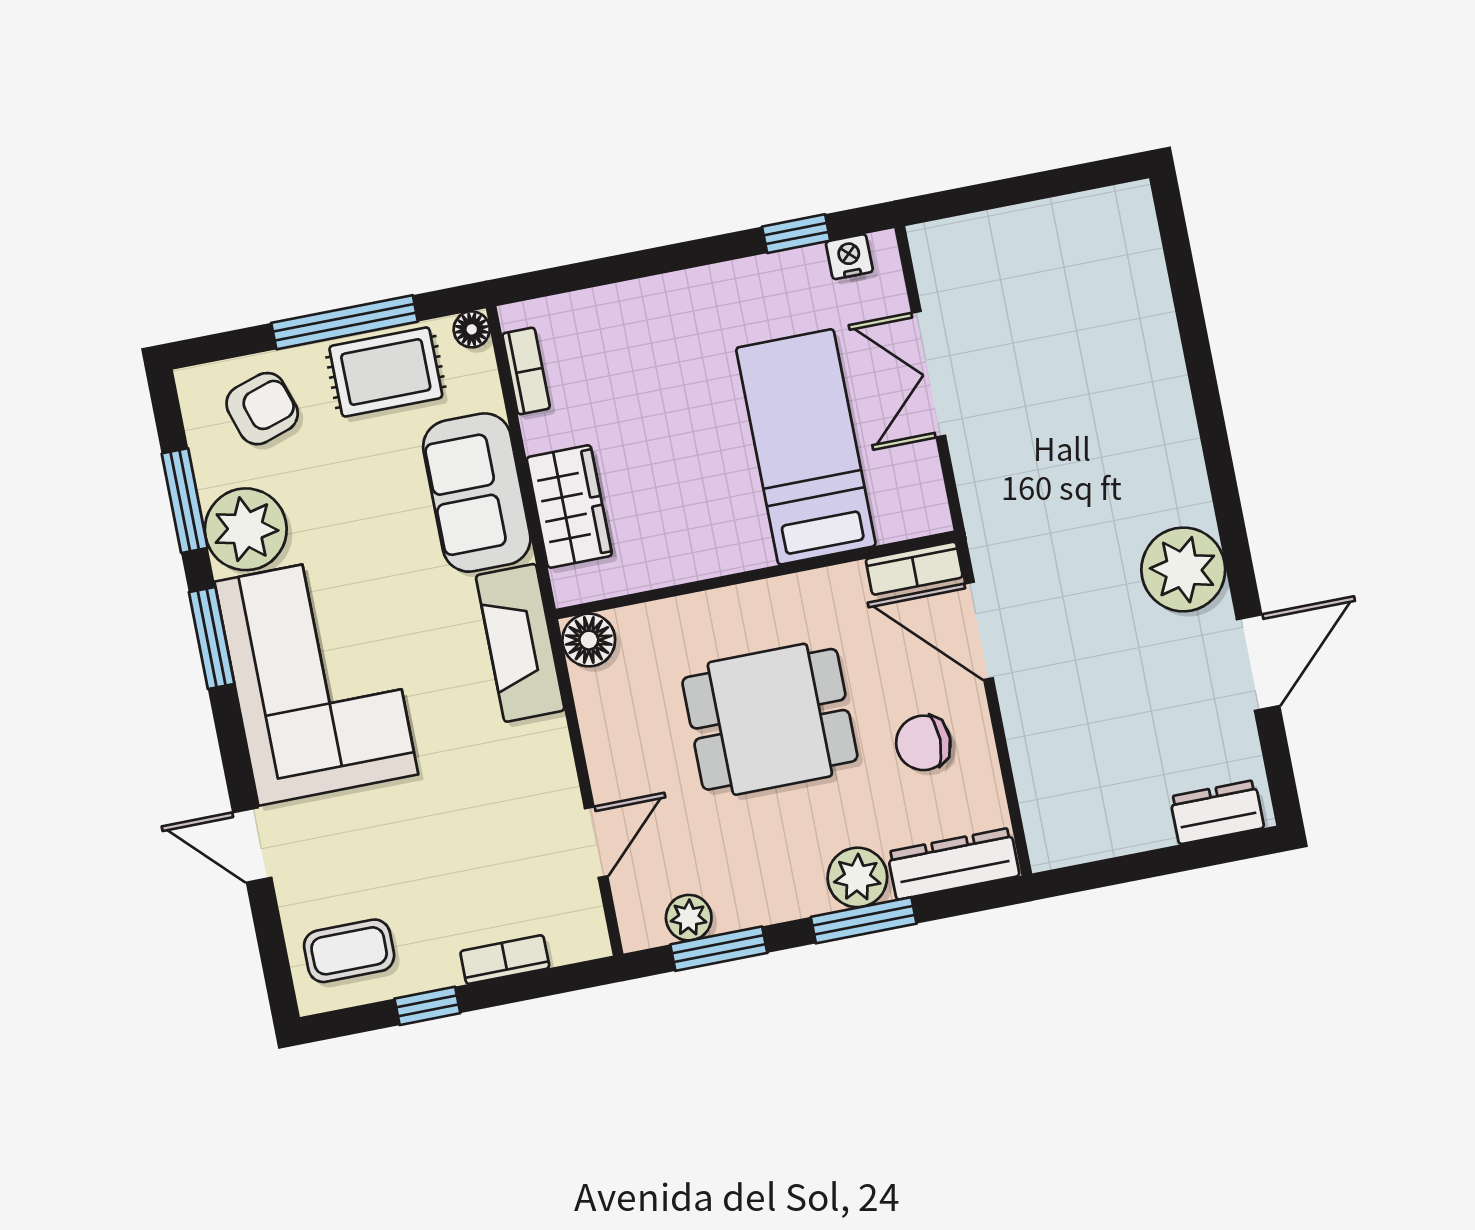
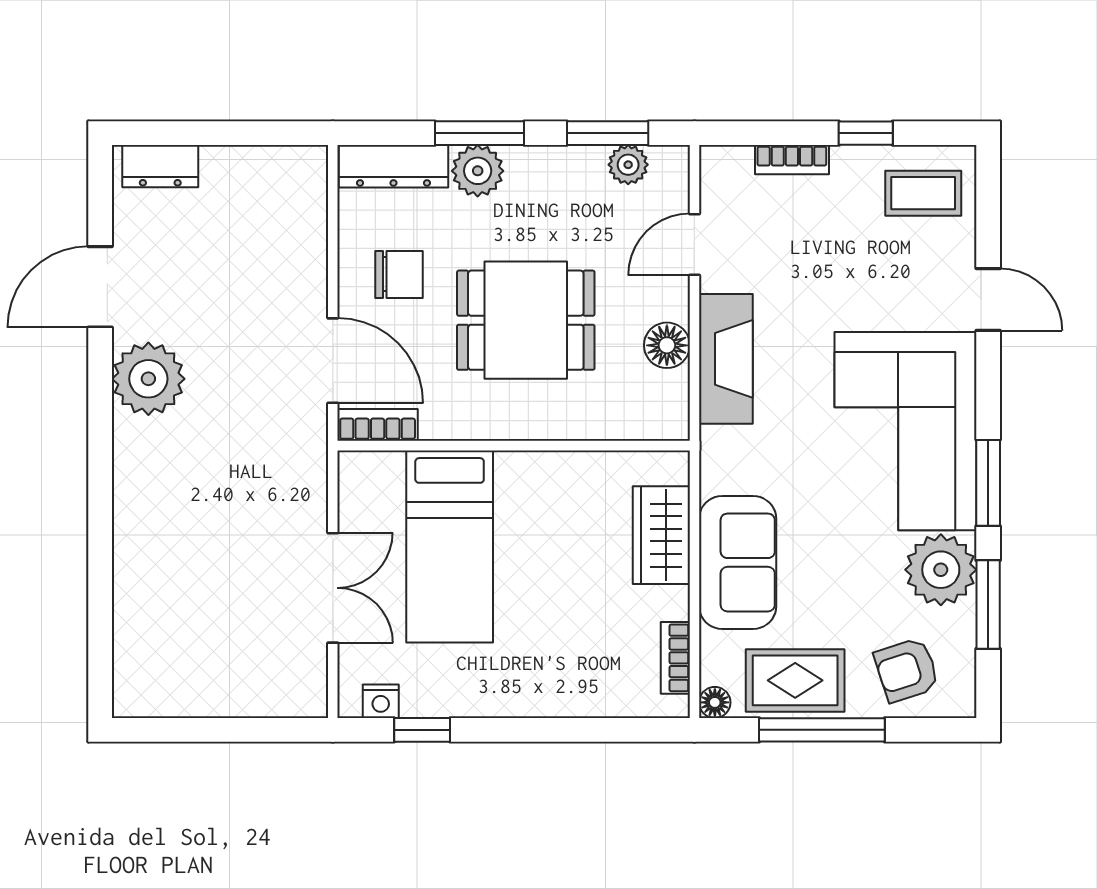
floor lamp: (589, 640) -> (667, 345), moved
fireplace: (520, 643) -> (726, 359), moved

